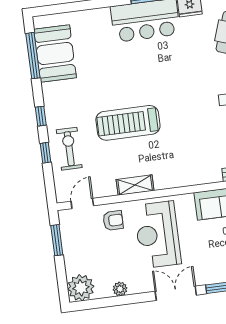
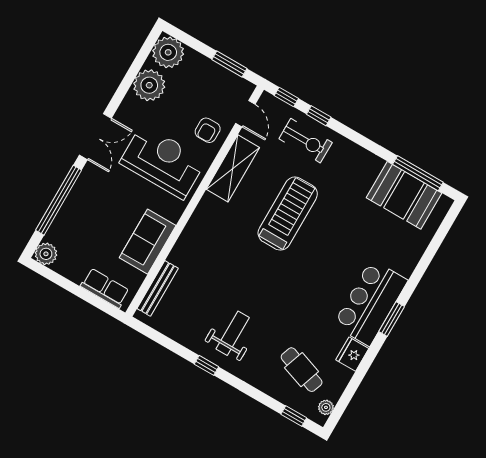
window: (41, 116) -> (286, 97), moved
shelving: (135, 185) -> (233, 168), width x1.50, depth x1.33
plant: (120, 289) -> (149, 85), width x1.88, depth x1.88

